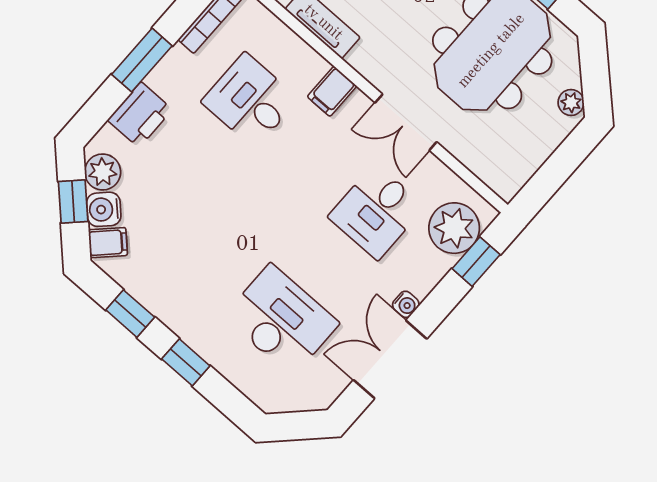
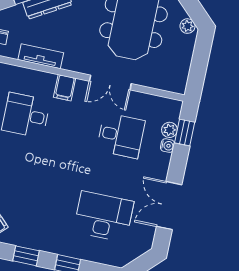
desk: (376, 212) -> (121, 135), turned -90
plant: (454, 228) -> (169, 130), width x0.53, depth x0.53
water cooler: (406, 304) -> (167, 146), moved

